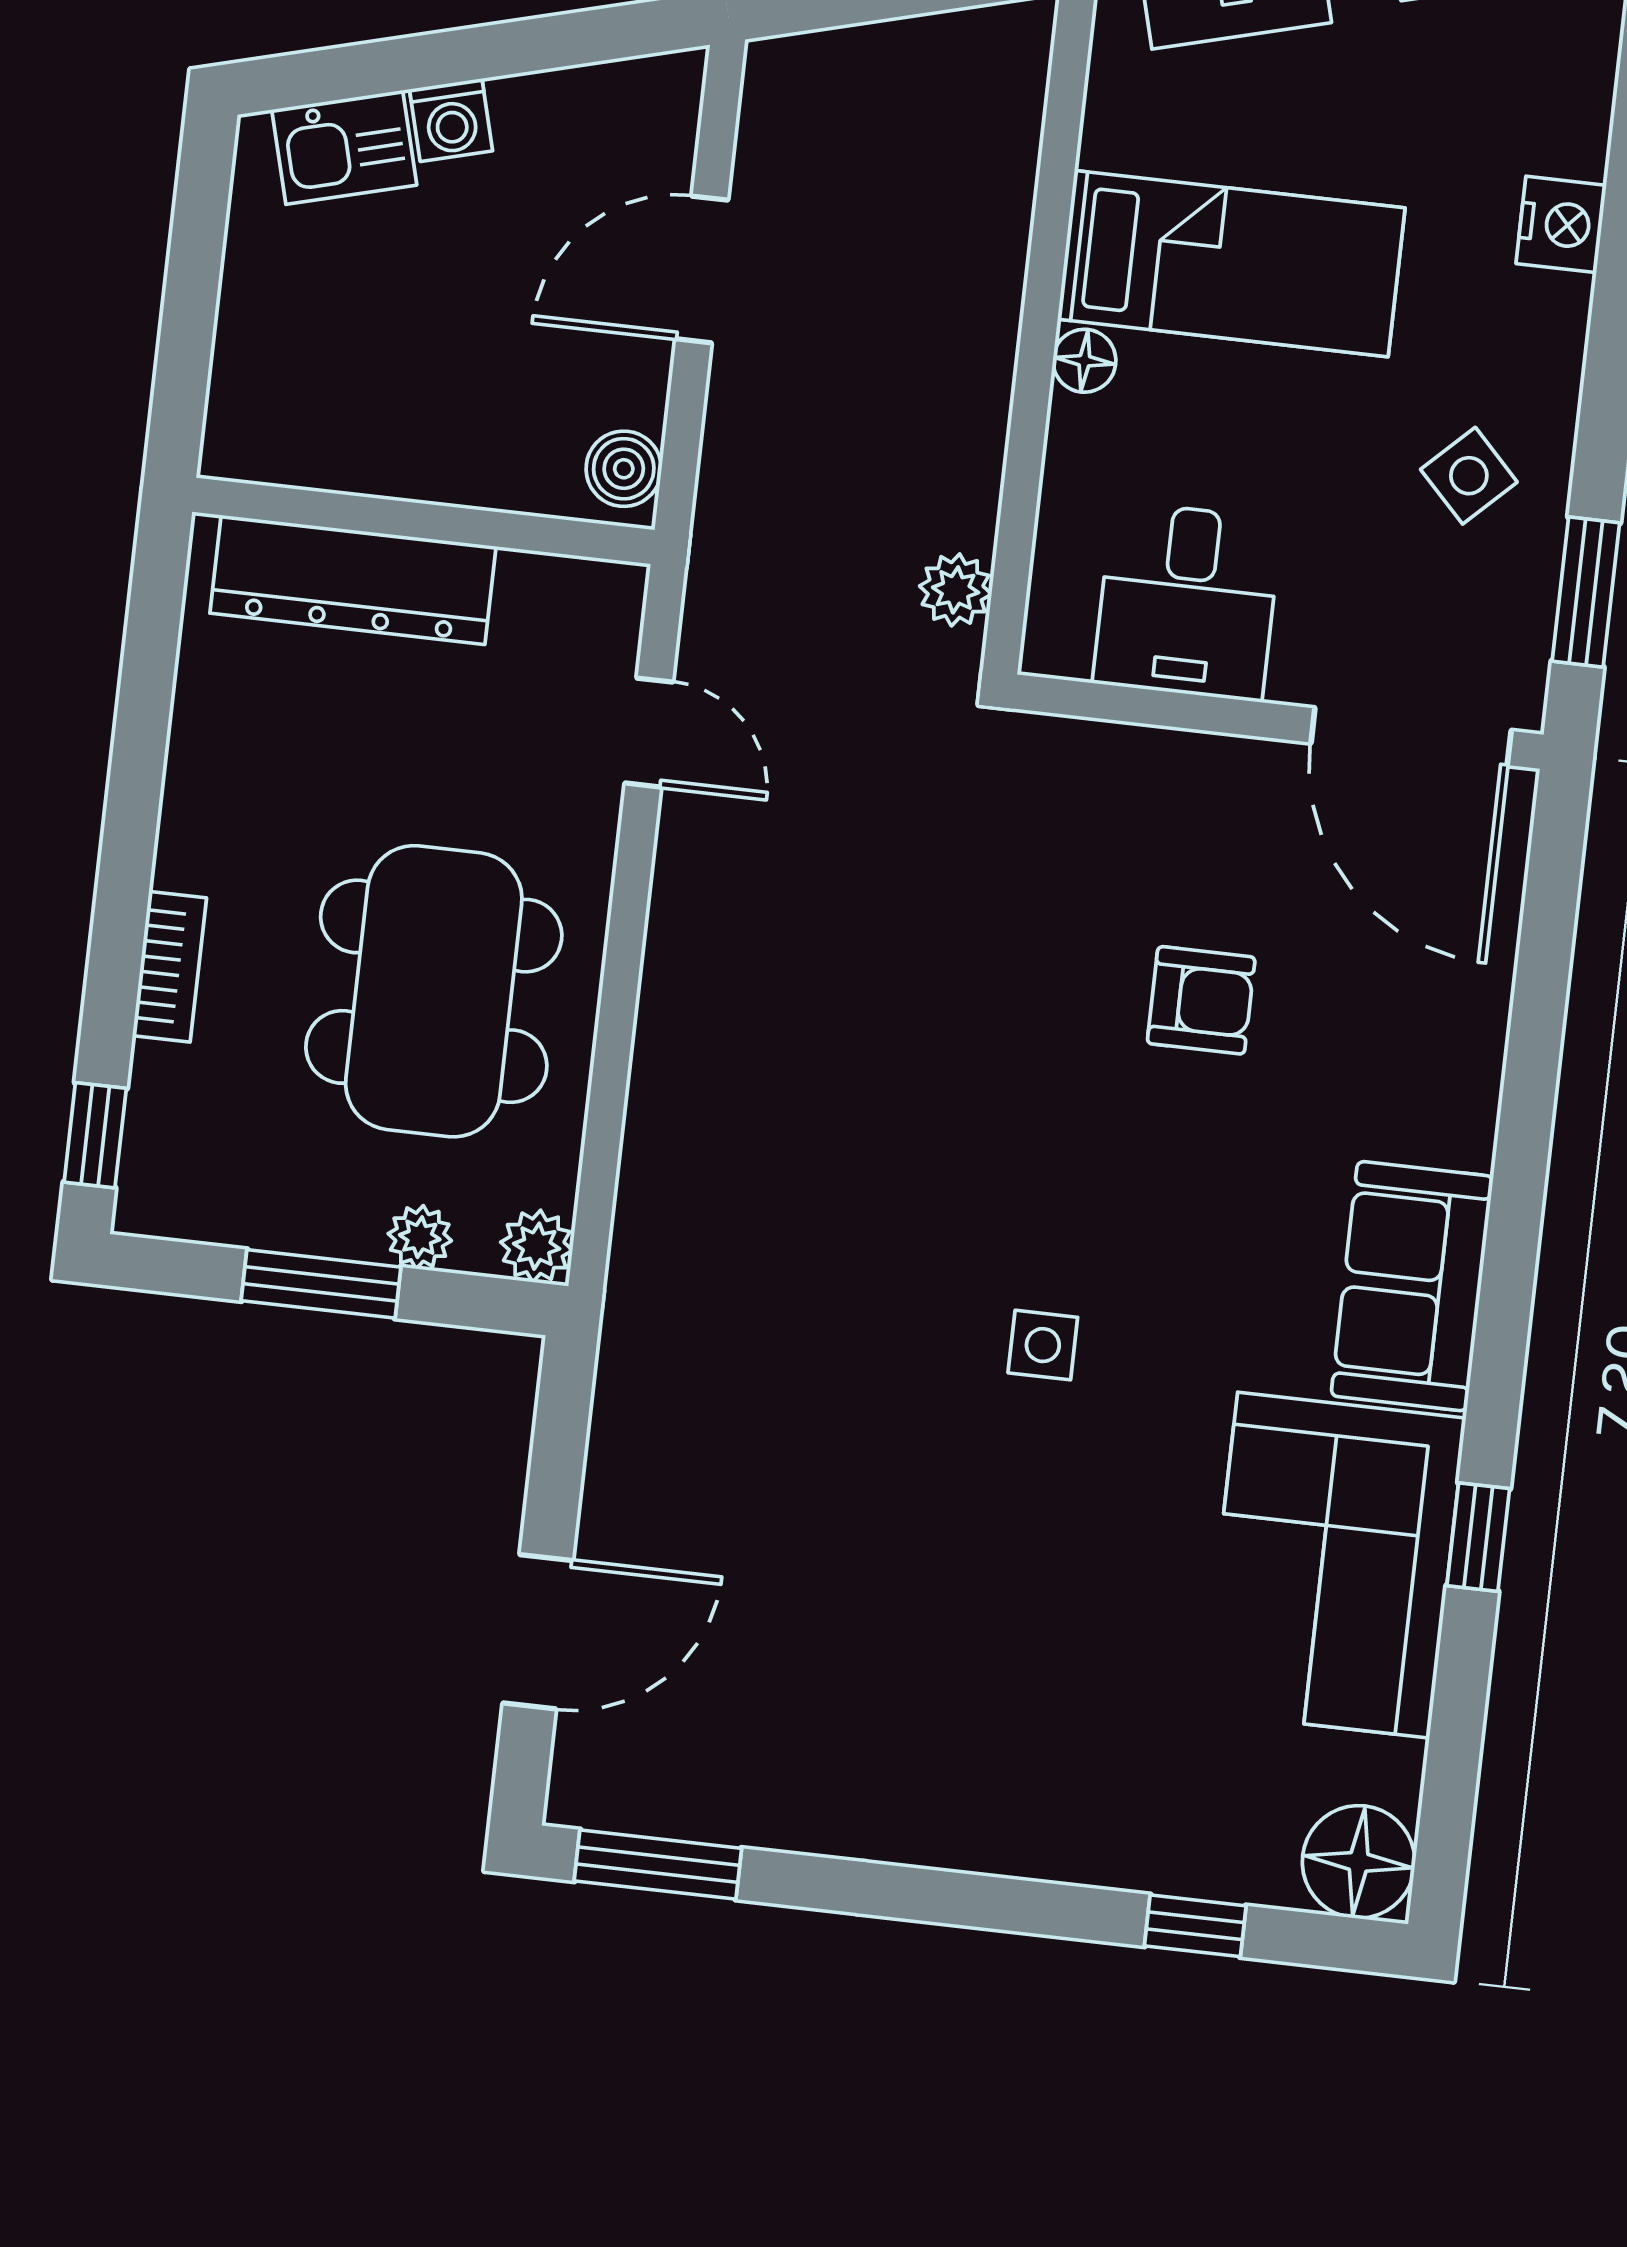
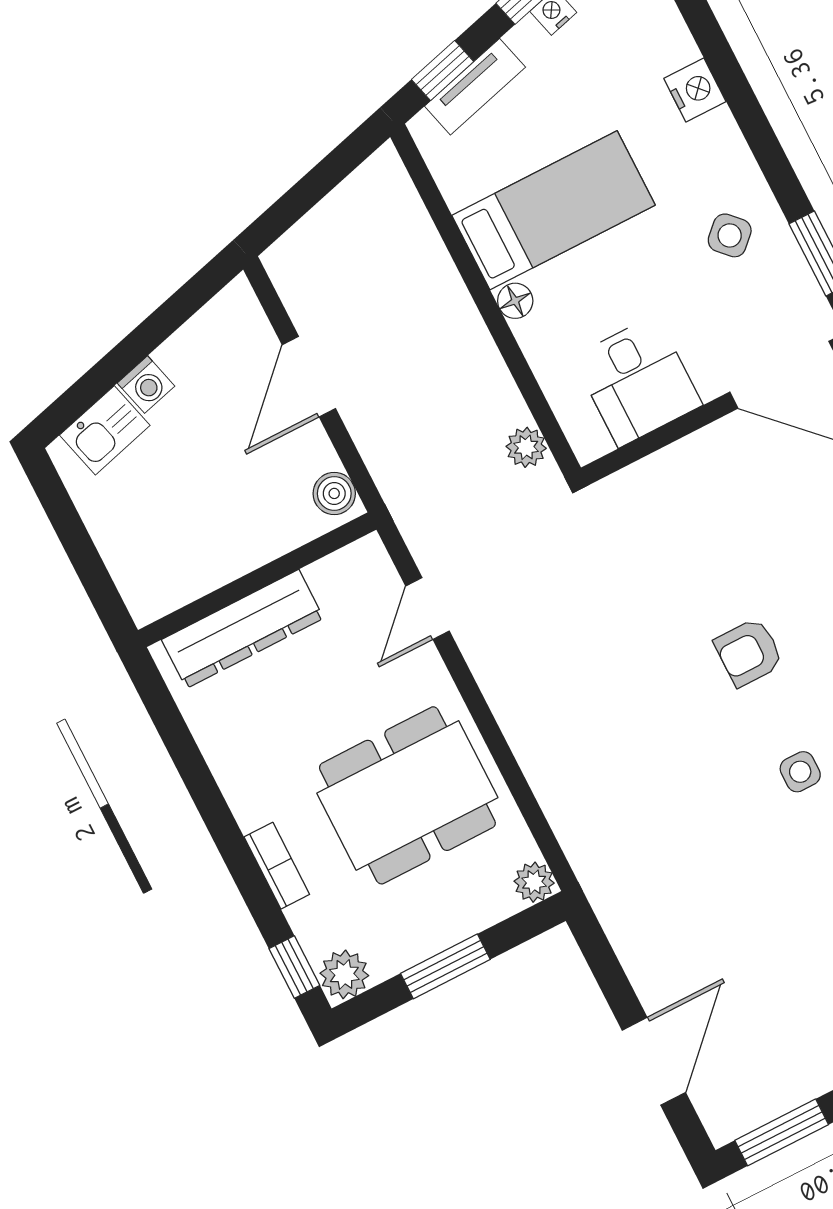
door: (649, 733) -> (427, 608), swing flipped
dining table: (434, 991) -> (407, 795), turned 90
armchair: (1201, 1000) -> (749, 652), moved, turned 180
plant: (420, 1237) -> (344, 974), moved, width x1.38, depth x1.38

